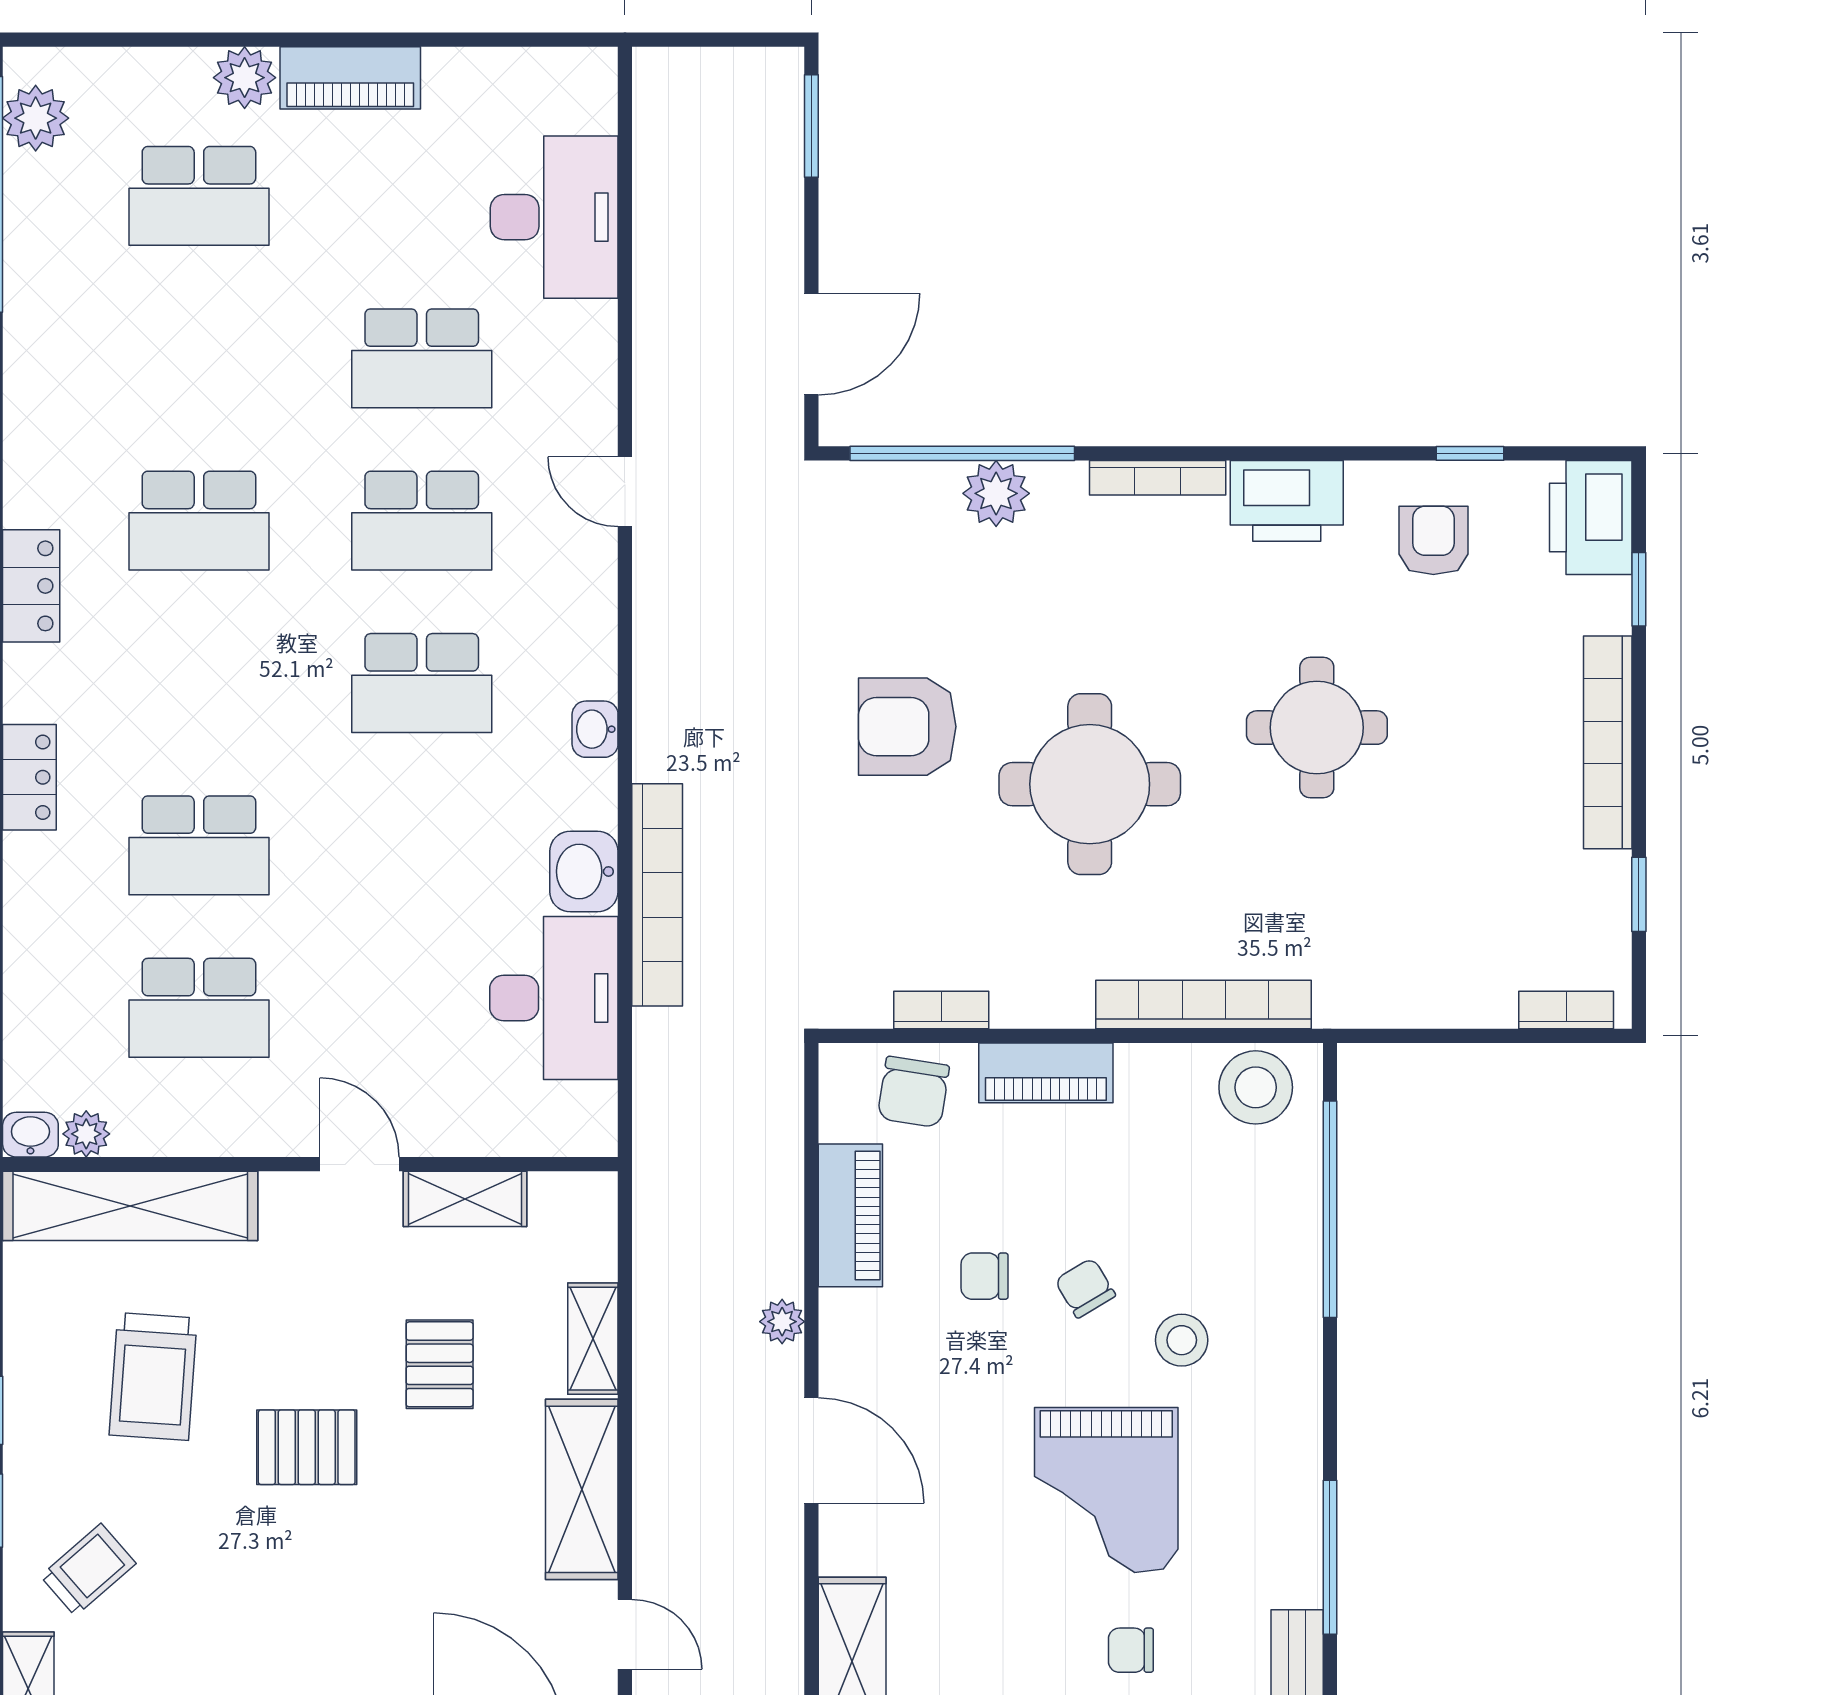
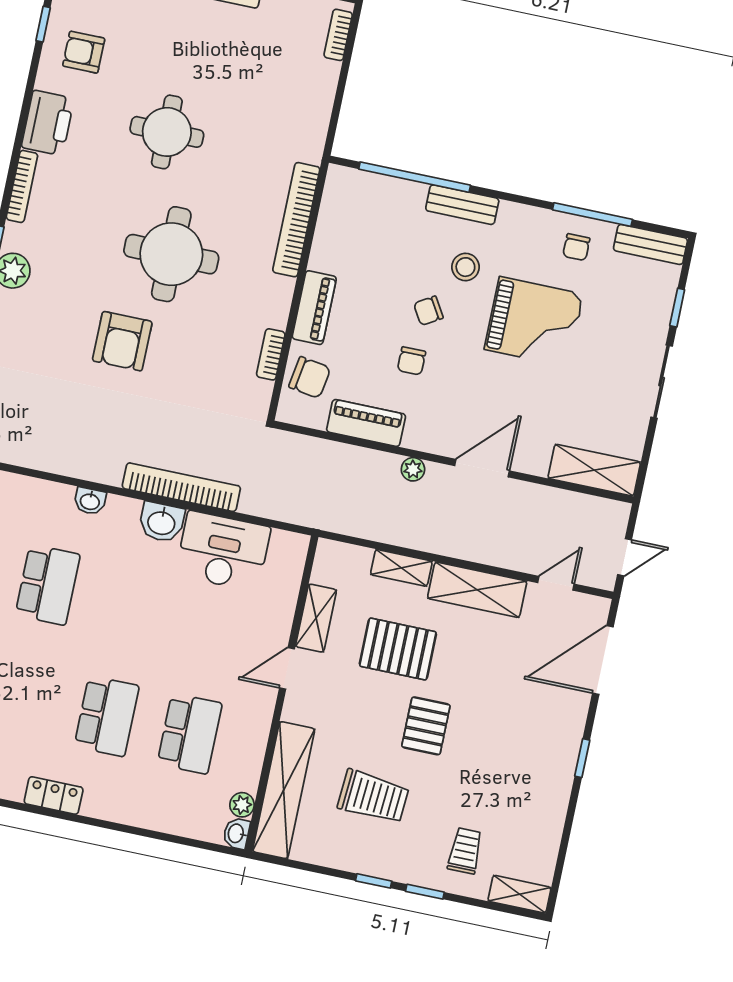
stool: (1256, 1087) -> (344, 202), removed
bench: (1297, 1310) -> (462, 205), added
pallet: (440, 1364) -> (398, 649), width x1.50, depth x1.42
trolley: (88, 1570) -> (465, 851), turned 41
chair: (1131, 1650) -> (576, 247), moved

